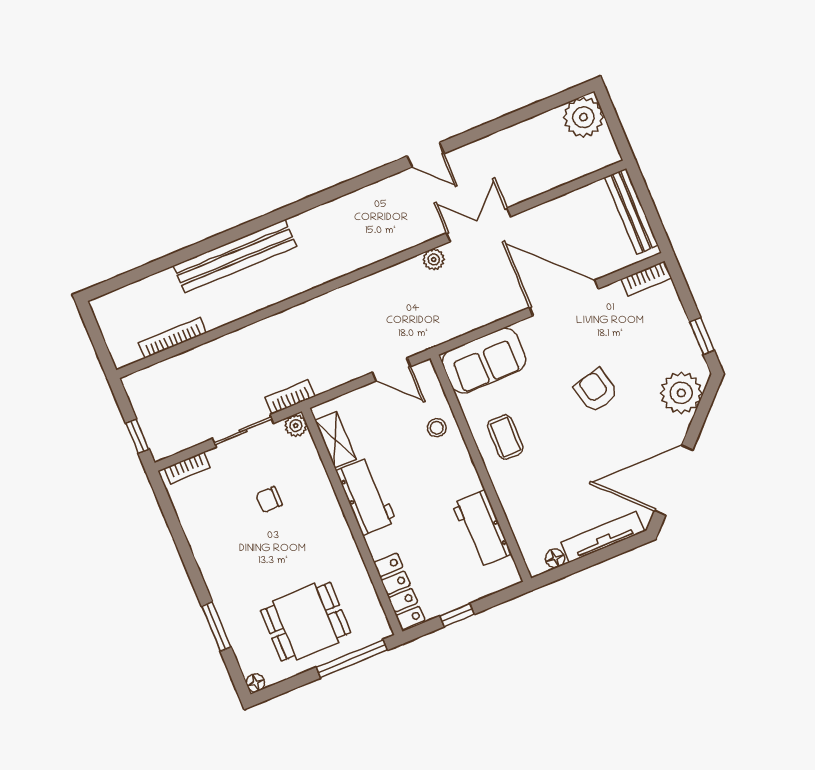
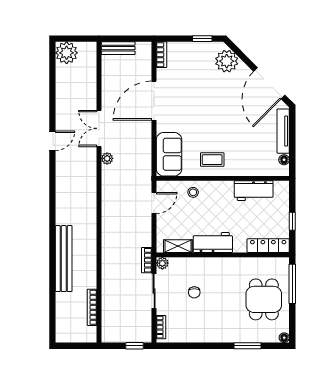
bench: (632, 211) -> (118, 48), width x0.73
armchair: (596, 391) -> (208, 104), removed

